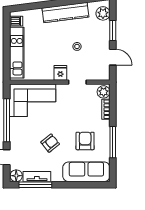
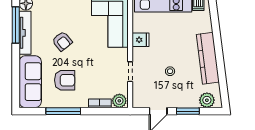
fridge: (60, 73) -> (141, 40), moved
tv unit: (37, 177) -> (25, 33), width x1.41

